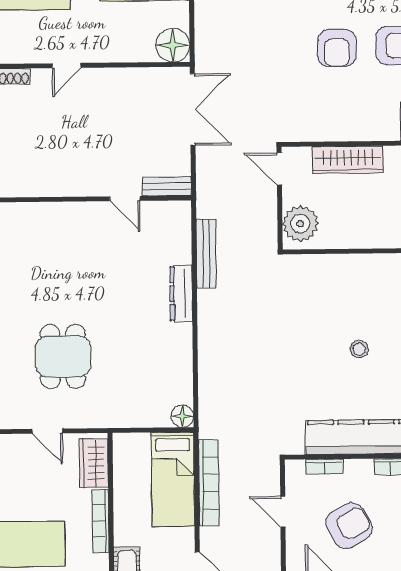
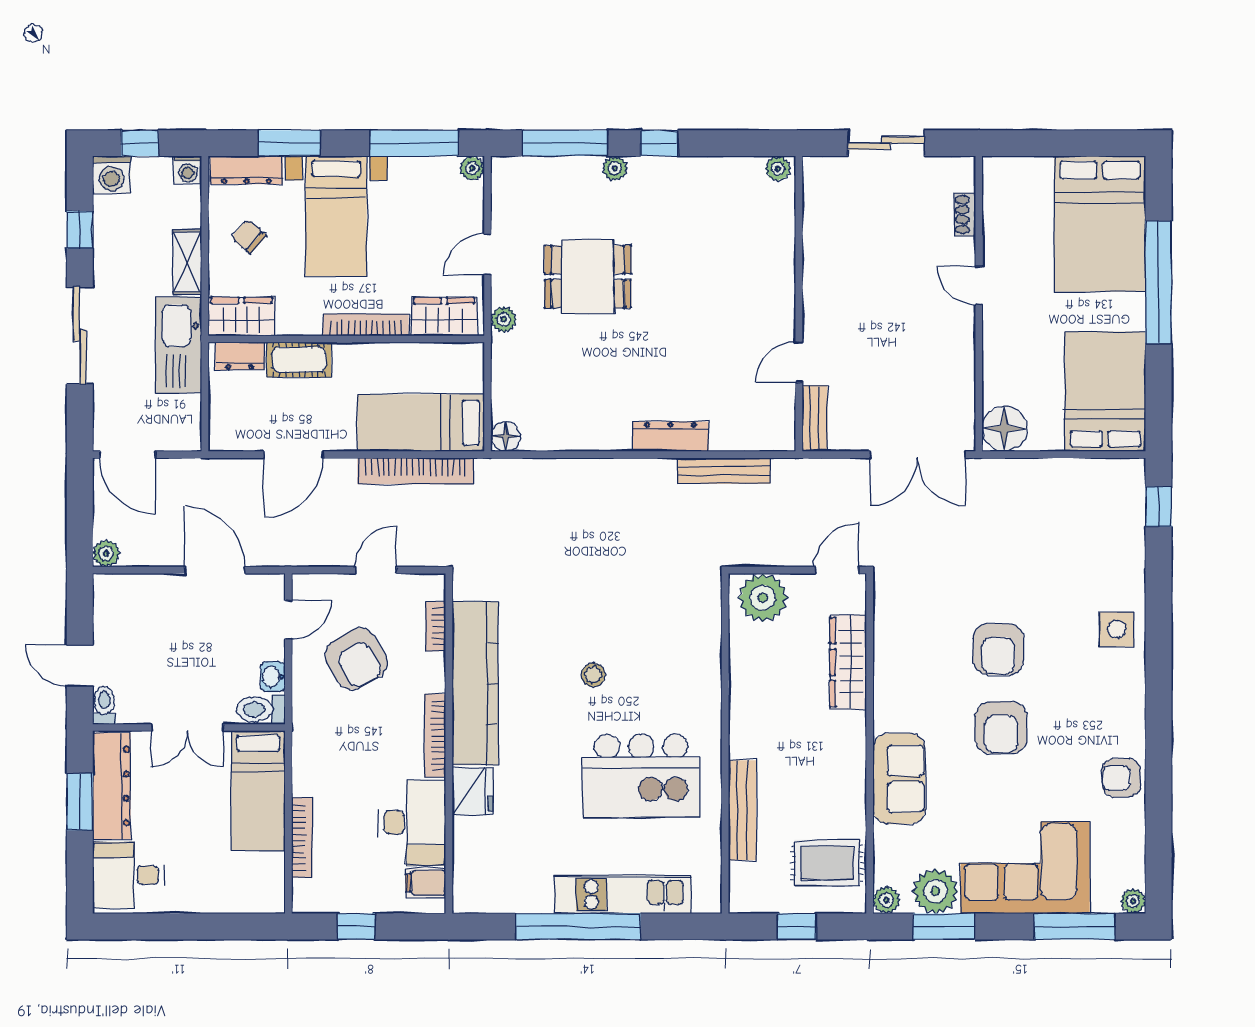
armchair: (337, 48) -> (998, 649), turned -90
plant: (95, 419) -> (504, 319), added

